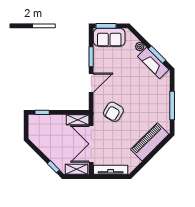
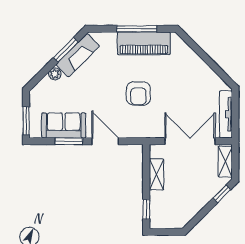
sofa: (109, 37) -> (64, 125), moved, turned -90
armchair: (113, 112) -> (138, 93), moved, turned 60
shelving: (78, 120) -> (157, 174), moved
piano: (150, 142) -> (144, 43), moved, turned -45
double door: (91, 144) -> (190, 141), swing flipped

